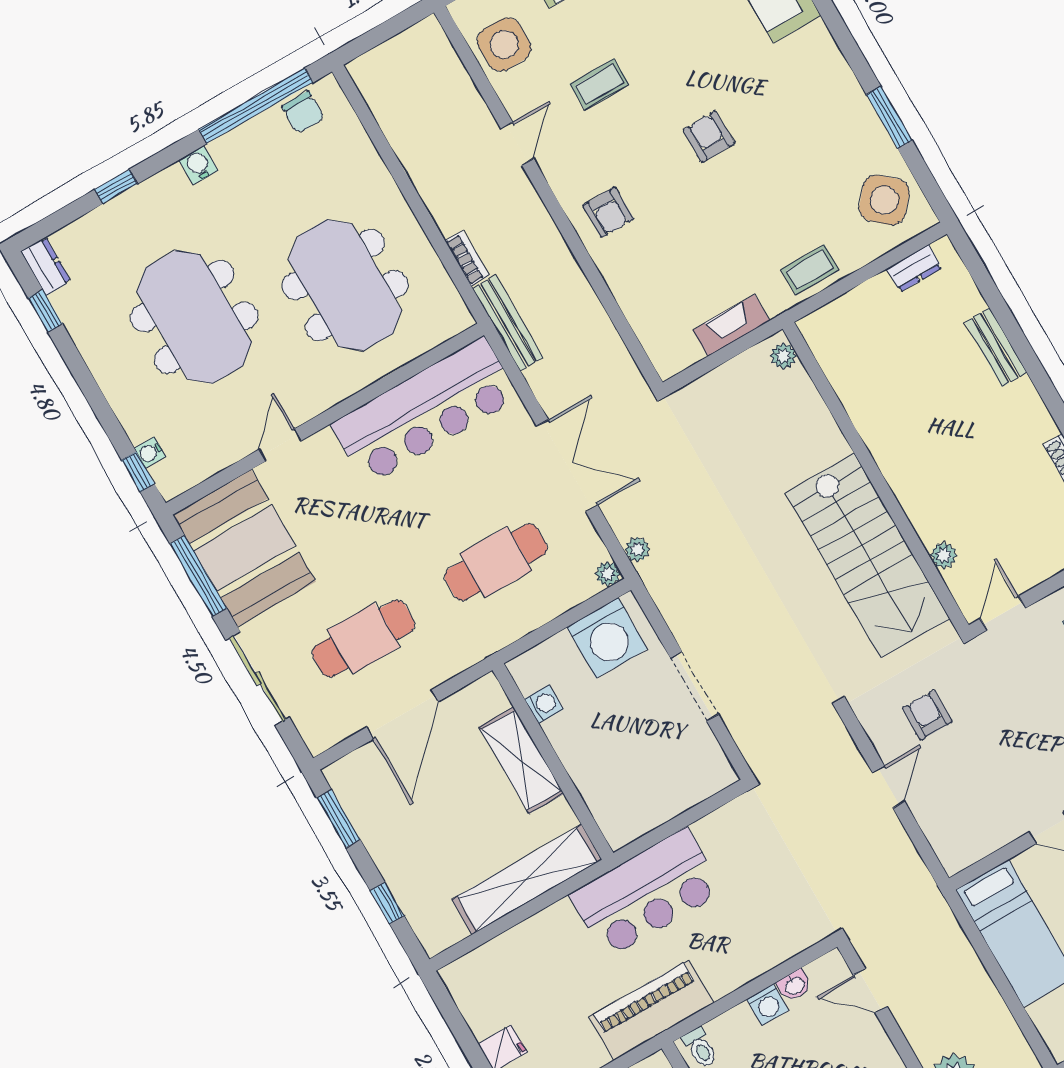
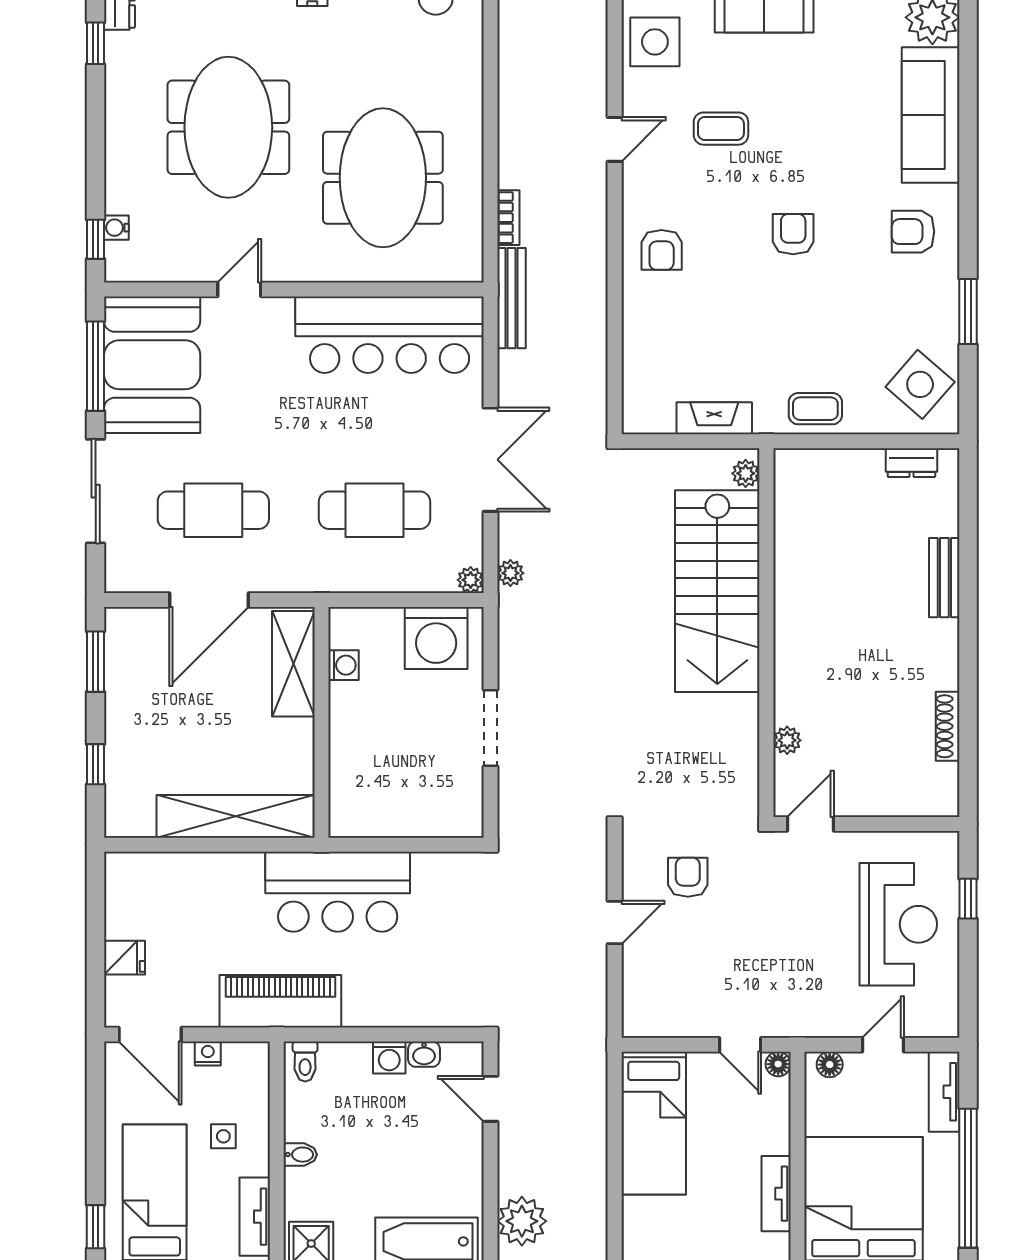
armchair: (806, 78) -> (913, 232), added
stairs: (868, 556) -> (717, 591), moved
shelving: (521, 760) -> (293, 664), moved

